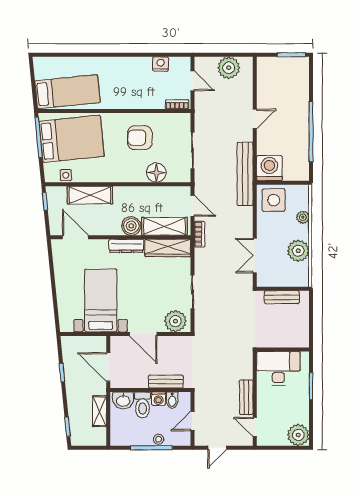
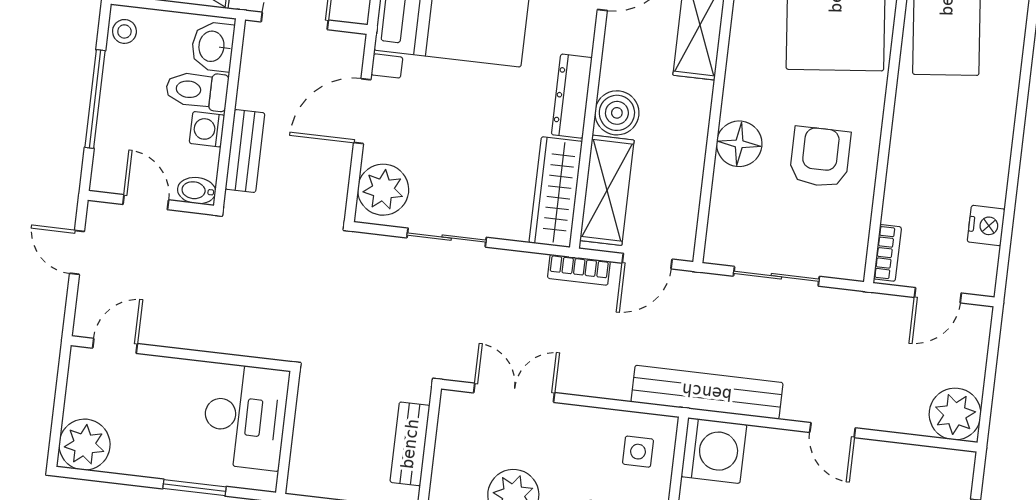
plant: (229, 68) -> (955, 414), moved
floor lamp: (156, 173) -> (739, 144), moved
side table: (274, 200) -> (638, 452), width x0.54, depth x0.54
bench: (246, 397) -> (187, 334), removed
bidet: (172, 400) -> (197, 191), moved
stool: (159, 439) -> (124, 31), moved

